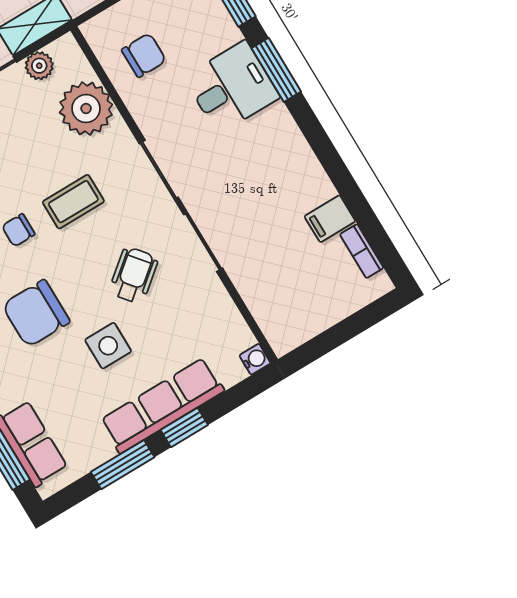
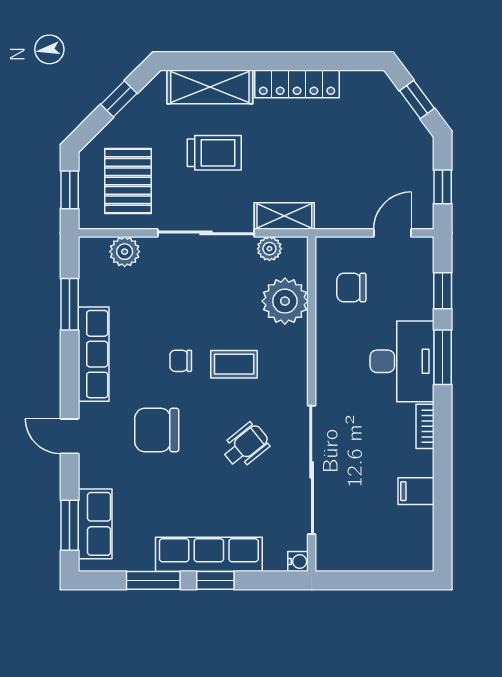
chair: (144, 55) -> (351, 288), turned 180
desk: (232, 87) -> (402, 361), width x1.37
sliding door: (181, 206) -> (312, 470), moved
bookcase: (362, 251) -> (425, 426), moved
side table: (108, 346) -> (196, 486), removed

